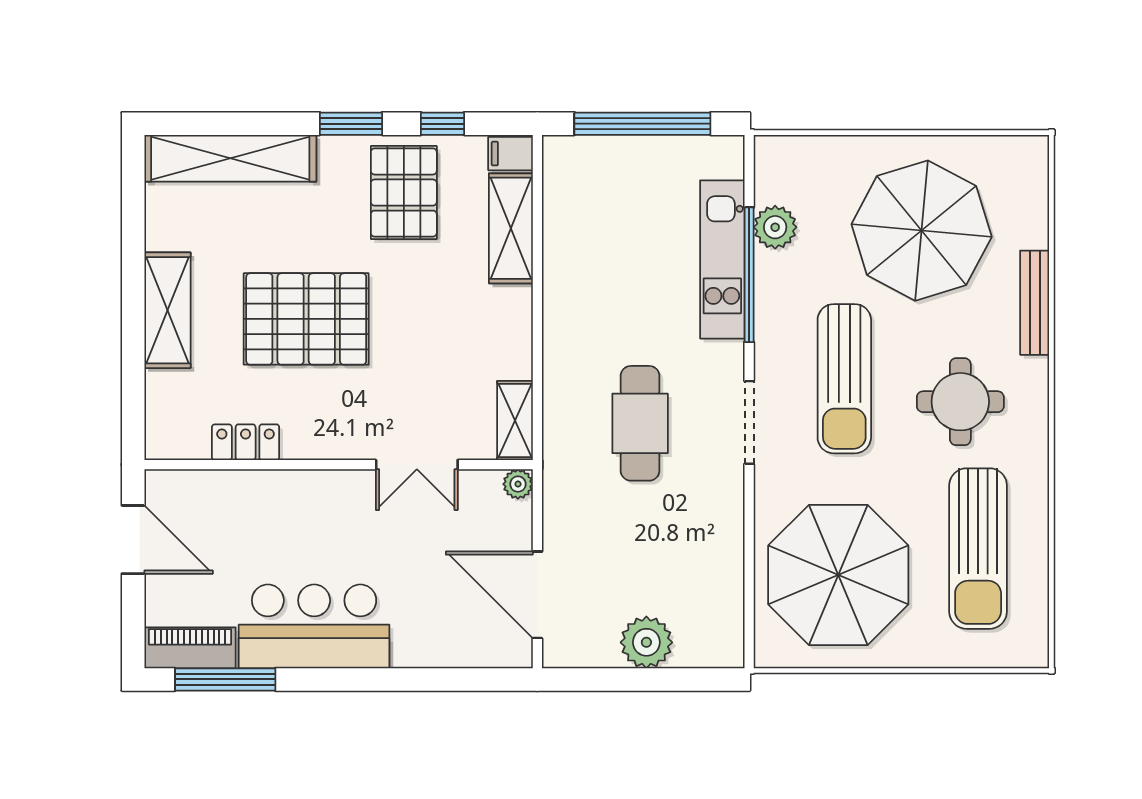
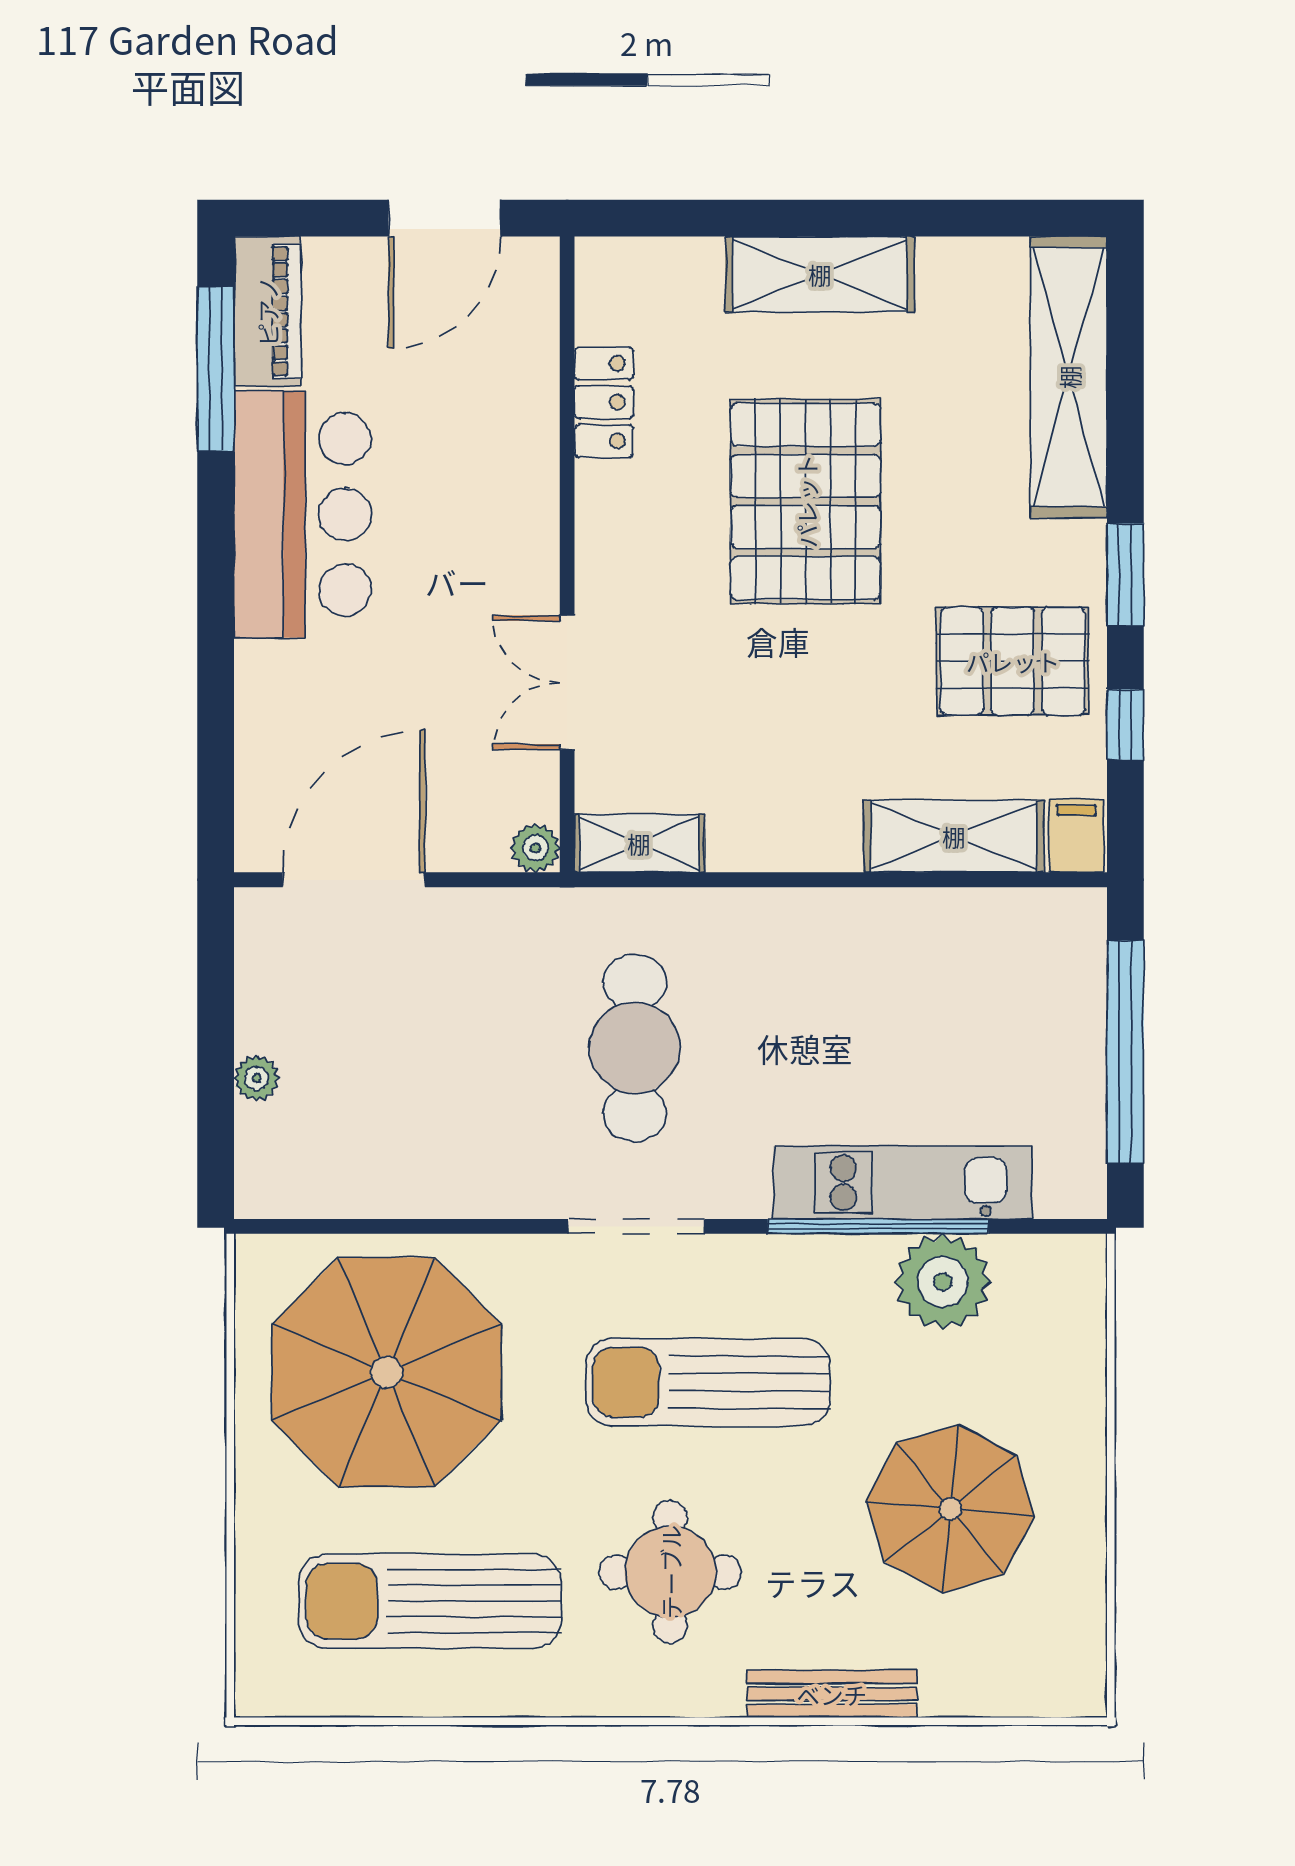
plant: (775, 227) -> (943, 1282), width x1.36, depth x1.36
parasol: (922, 231) -> (950, 1509), width x0.73, depth x0.73
cafe table: (640, 423) -> (635, 1048), turned 90
plant: (646, 642) -> (257, 1078), width x0.53, depth x0.53

